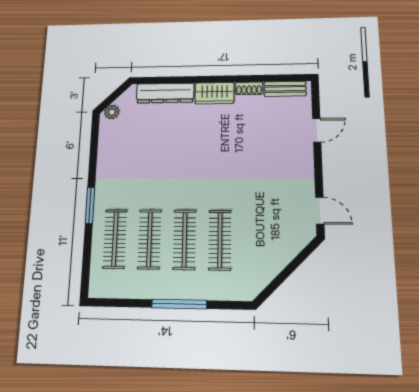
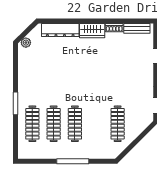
clothes rail: (220, 240) -> (118, 124), moved

